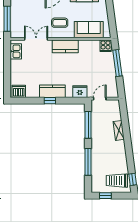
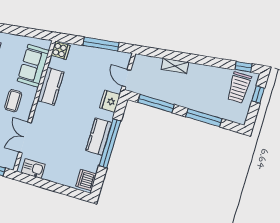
kitchen counter: (65, 46) -> (51, 86), moved
window: (117, 63) -> (101, 44), moved
window: (50, 101) -> (110, 143), width x3.17
window: (105, 196) -> (258, 95), moved

